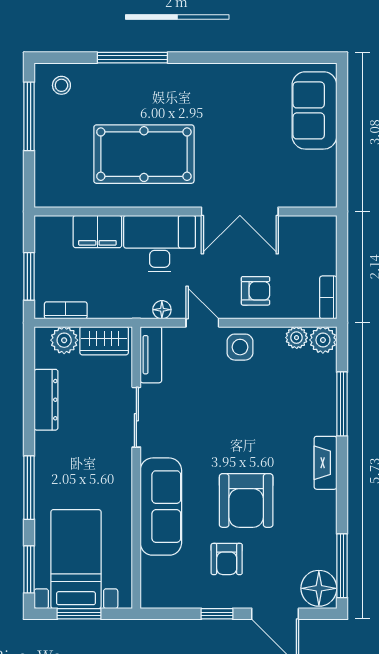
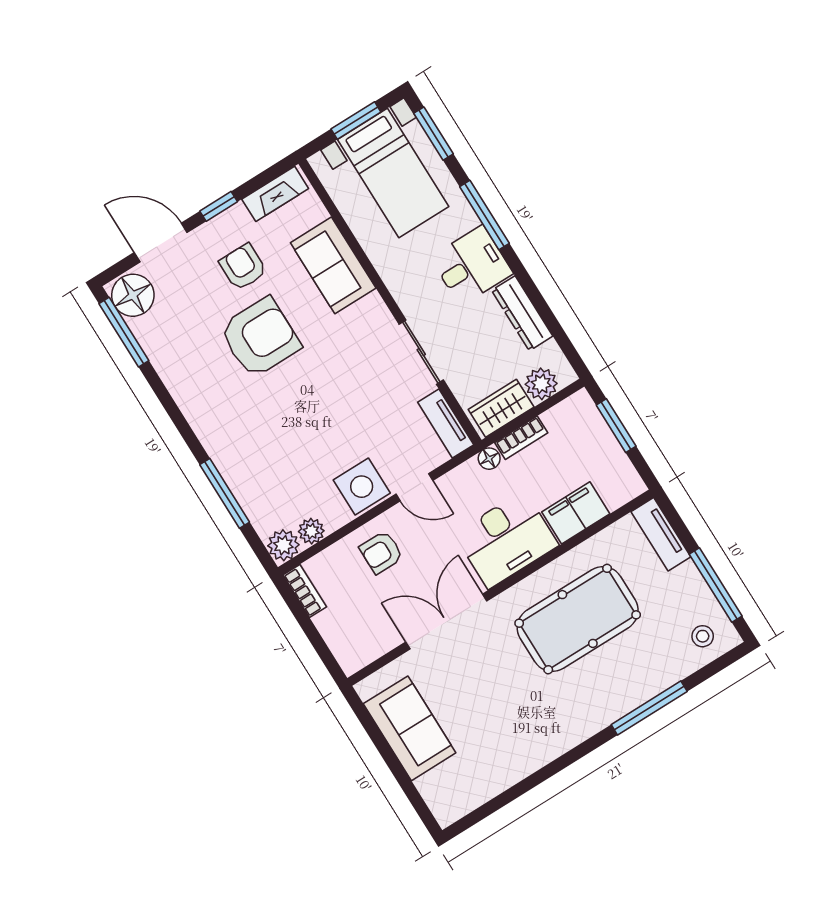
sofa: (314, 110) -> (410, 728), moved
tv unit: (46, 178) -> (661, 534), added
bookcase: (66, 310) -> (521, 438), moved
floor lamp: (162, 310) -> (489, 459), moved
side table: (240, 347) -> (362, 487), width x1.37, depth x1.37
desk: (61, 457) -> (472, 265), added
fireplace: (325, 463) -> (275, 194), moved, turned 90
armchair: (246, 500) -> (260, 337), turned 90
sofa: (161, 507) -> (333, 265), width x0.73

